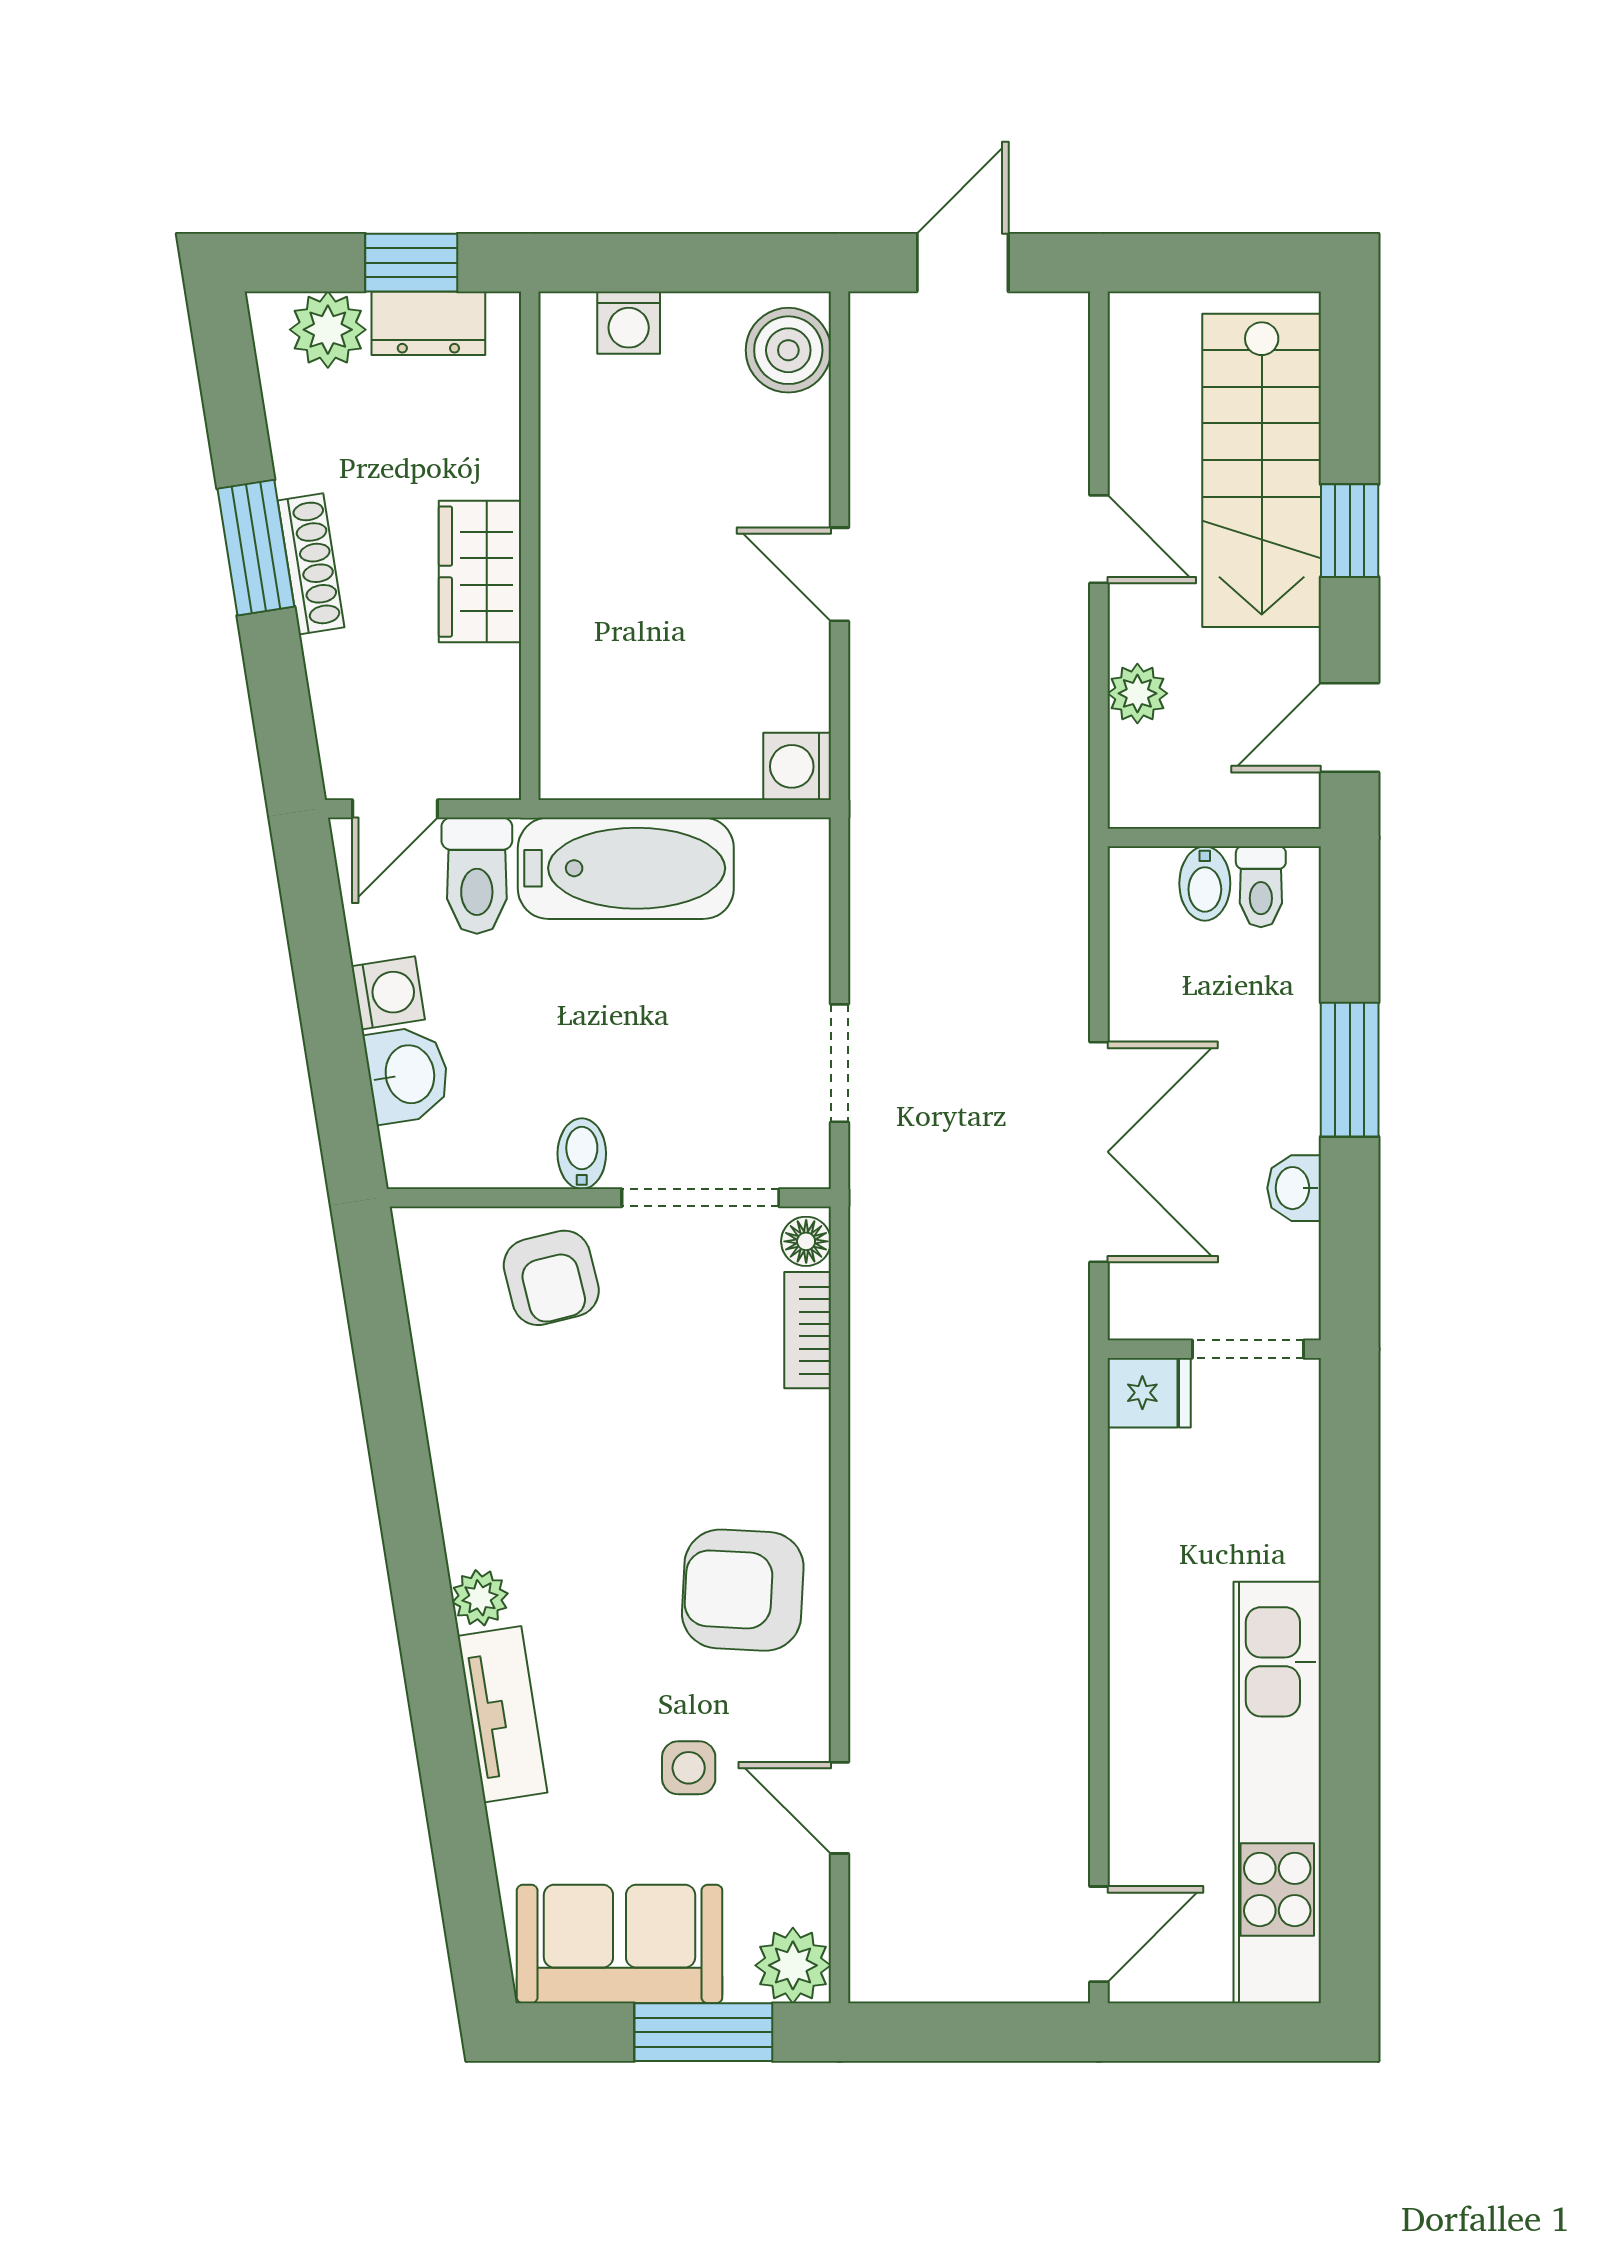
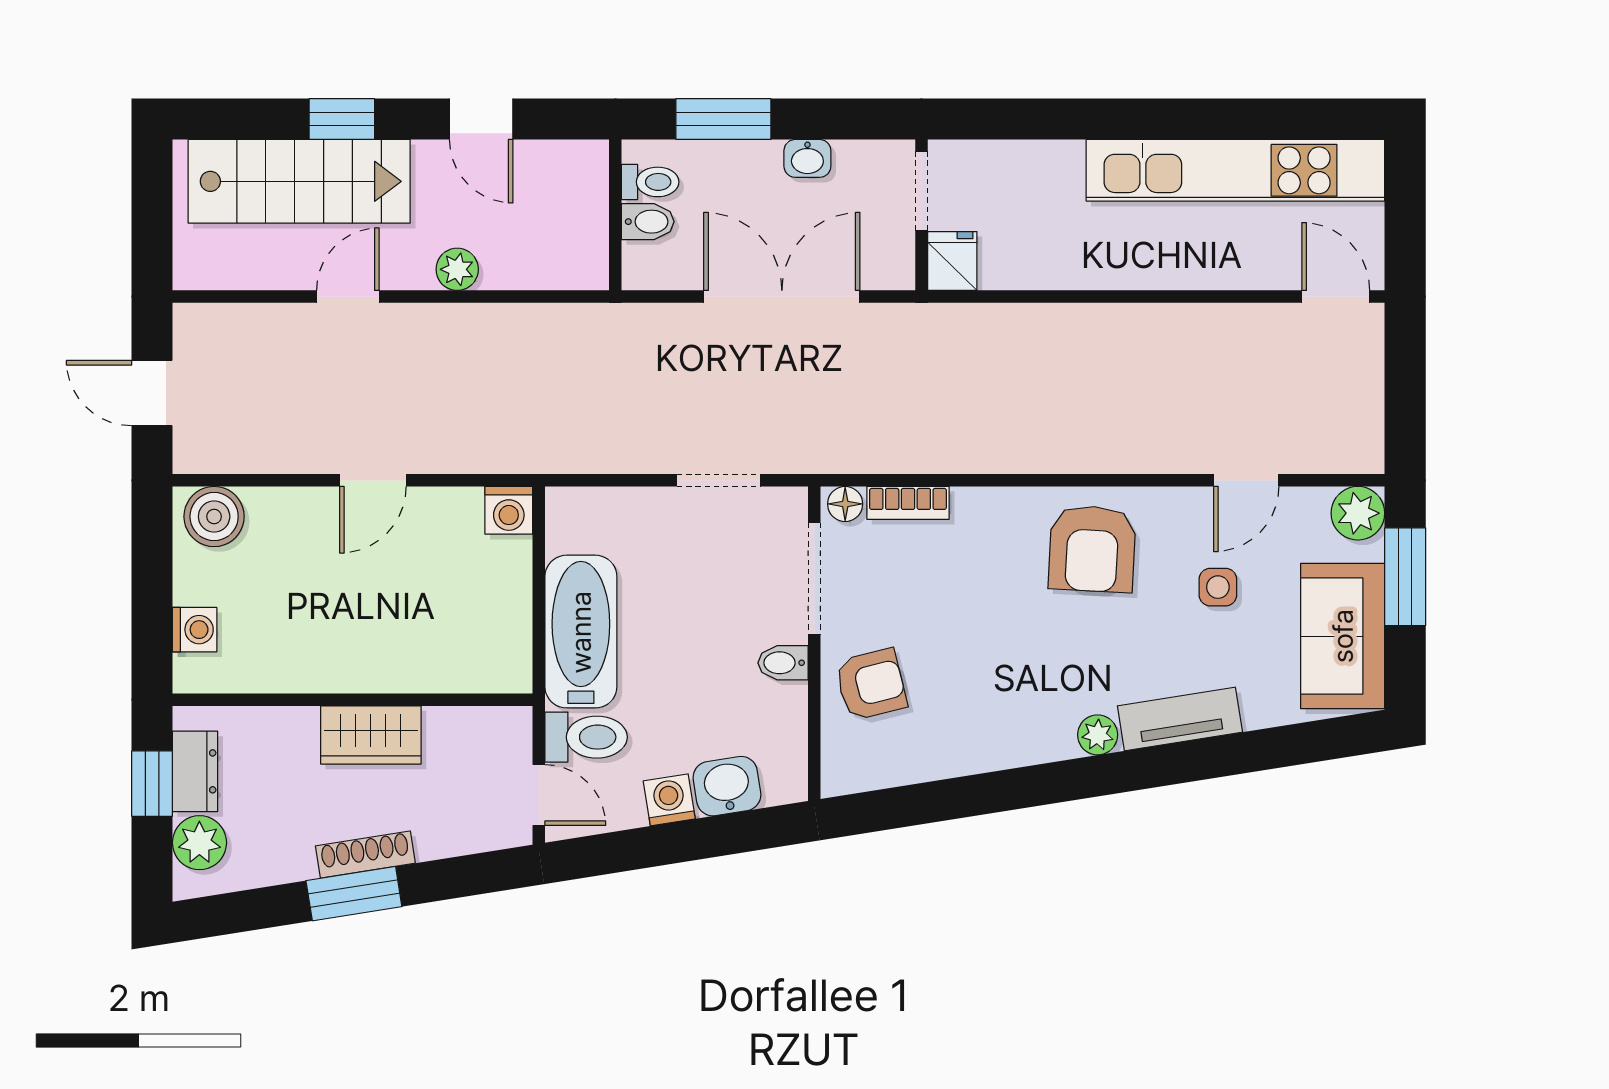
wall: (1214, 838) -> (615, 215), moved
bidet: (1205, 883) -> (648, 222), moved
toilet: (1261, 887) -> (650, 182), moved

